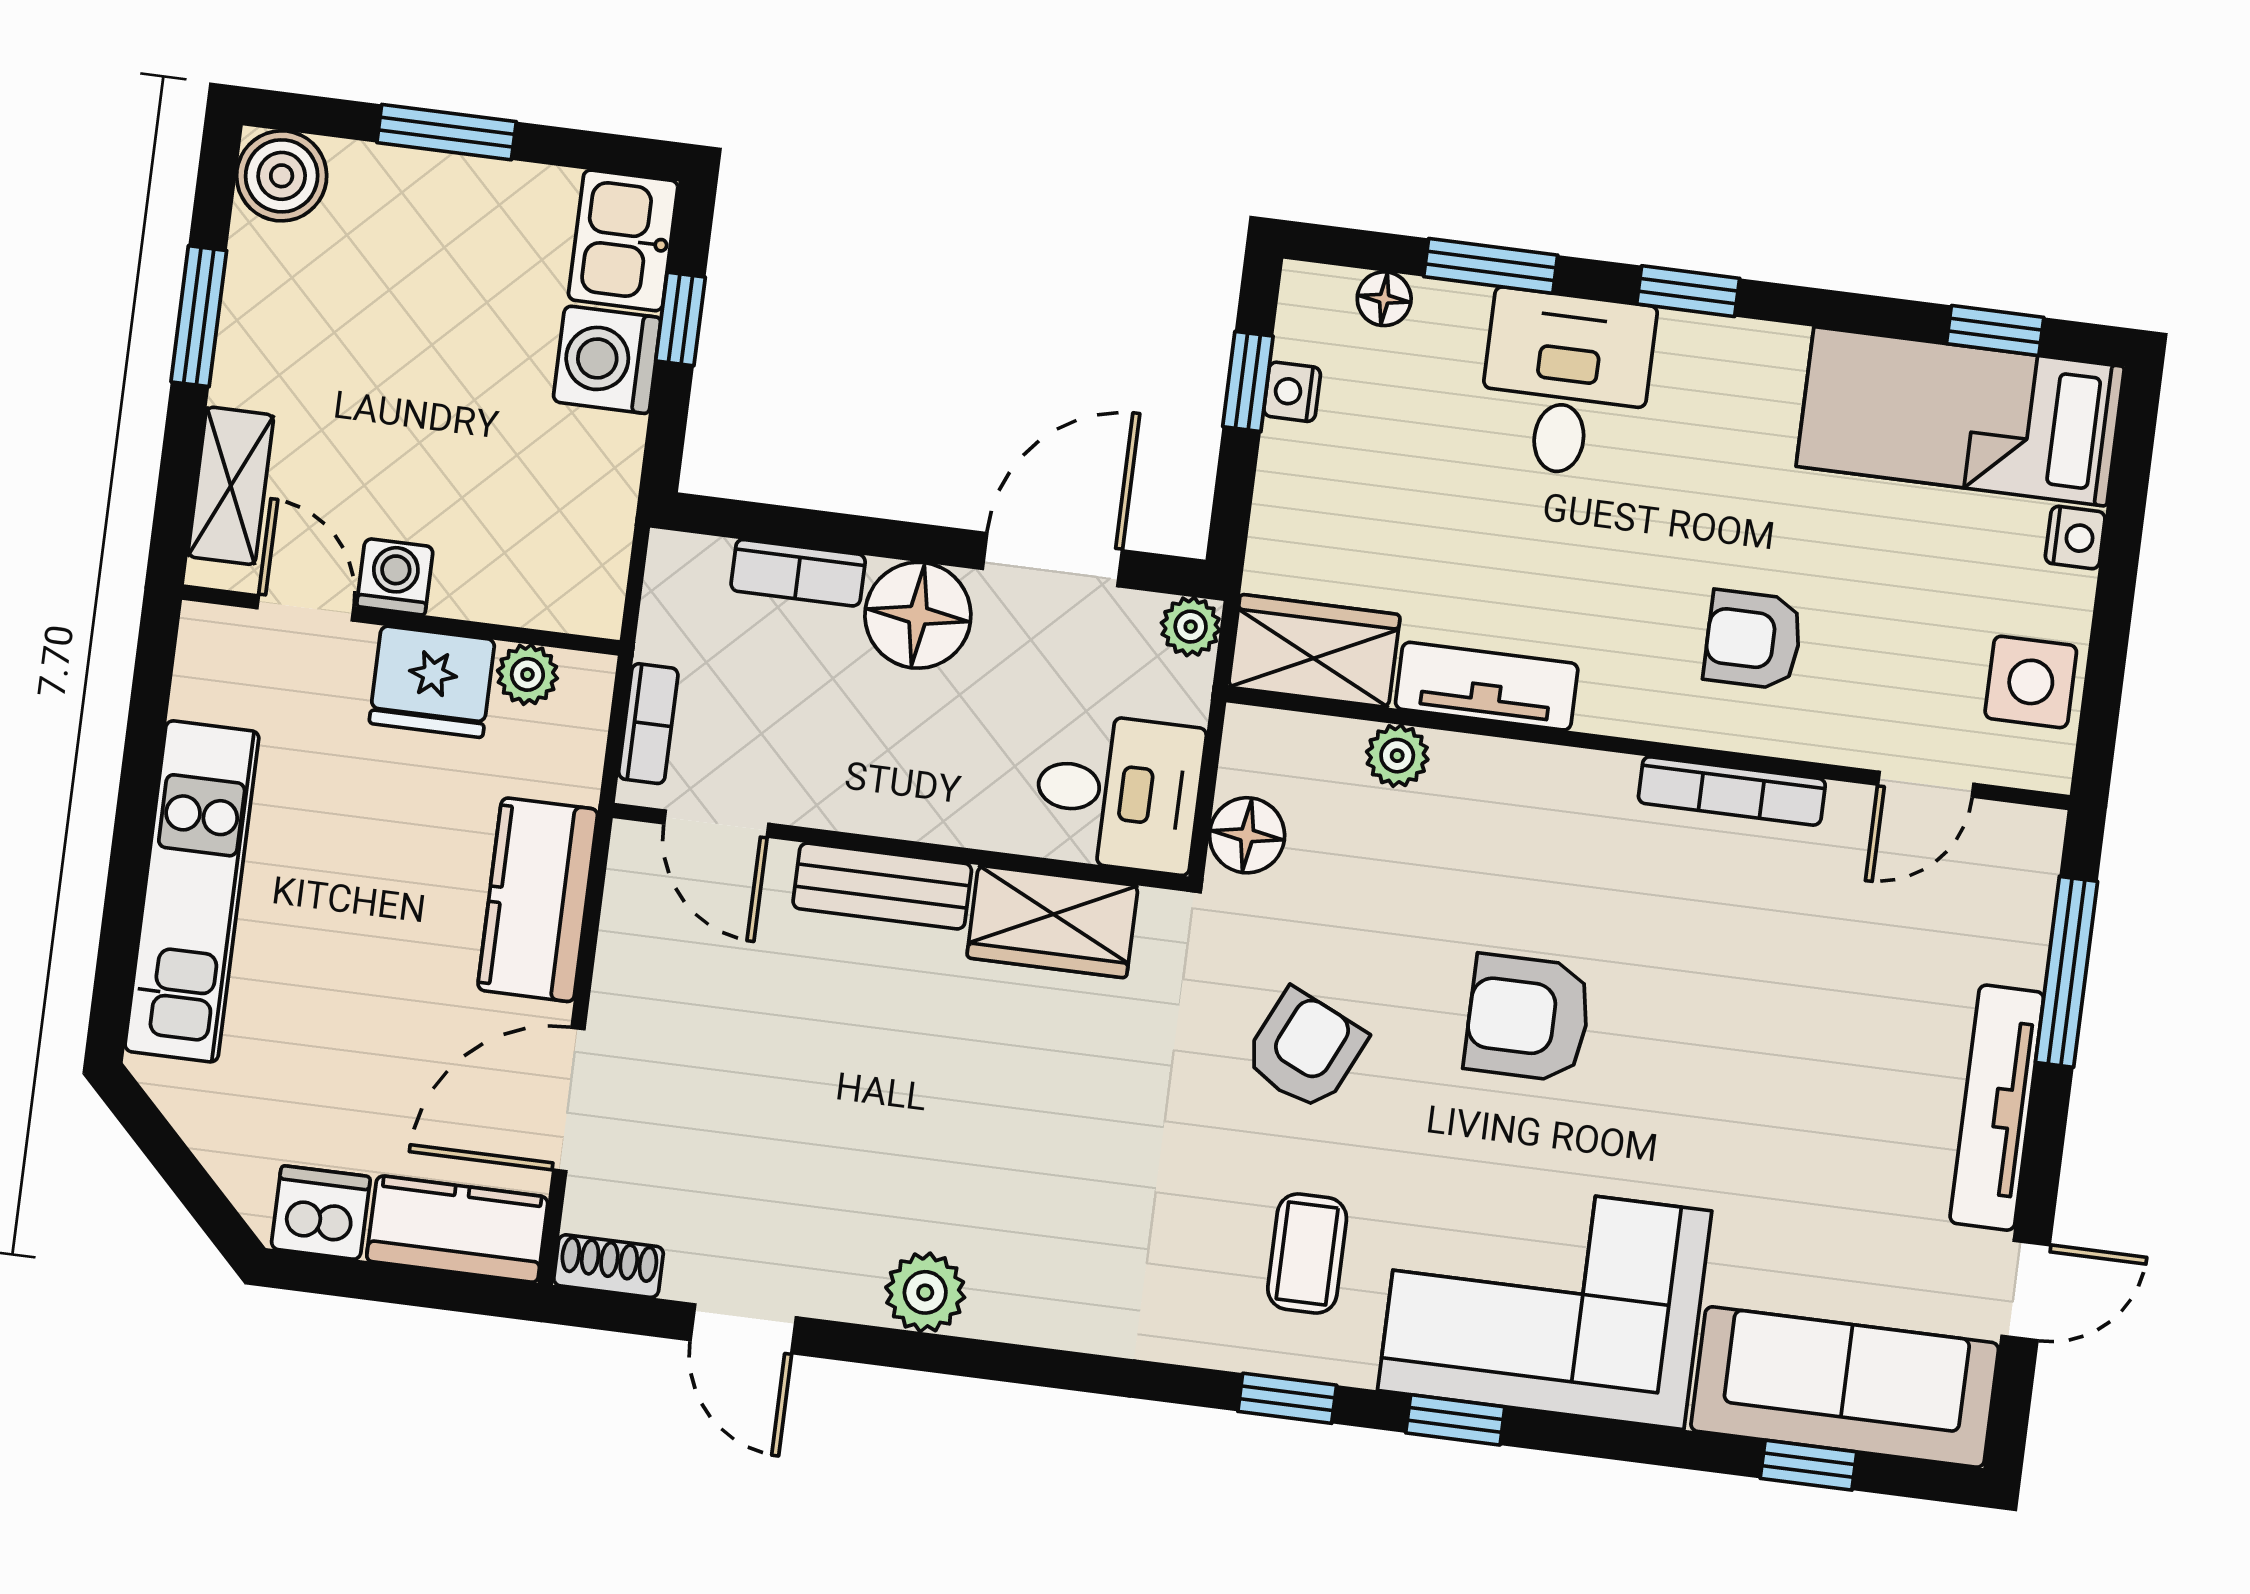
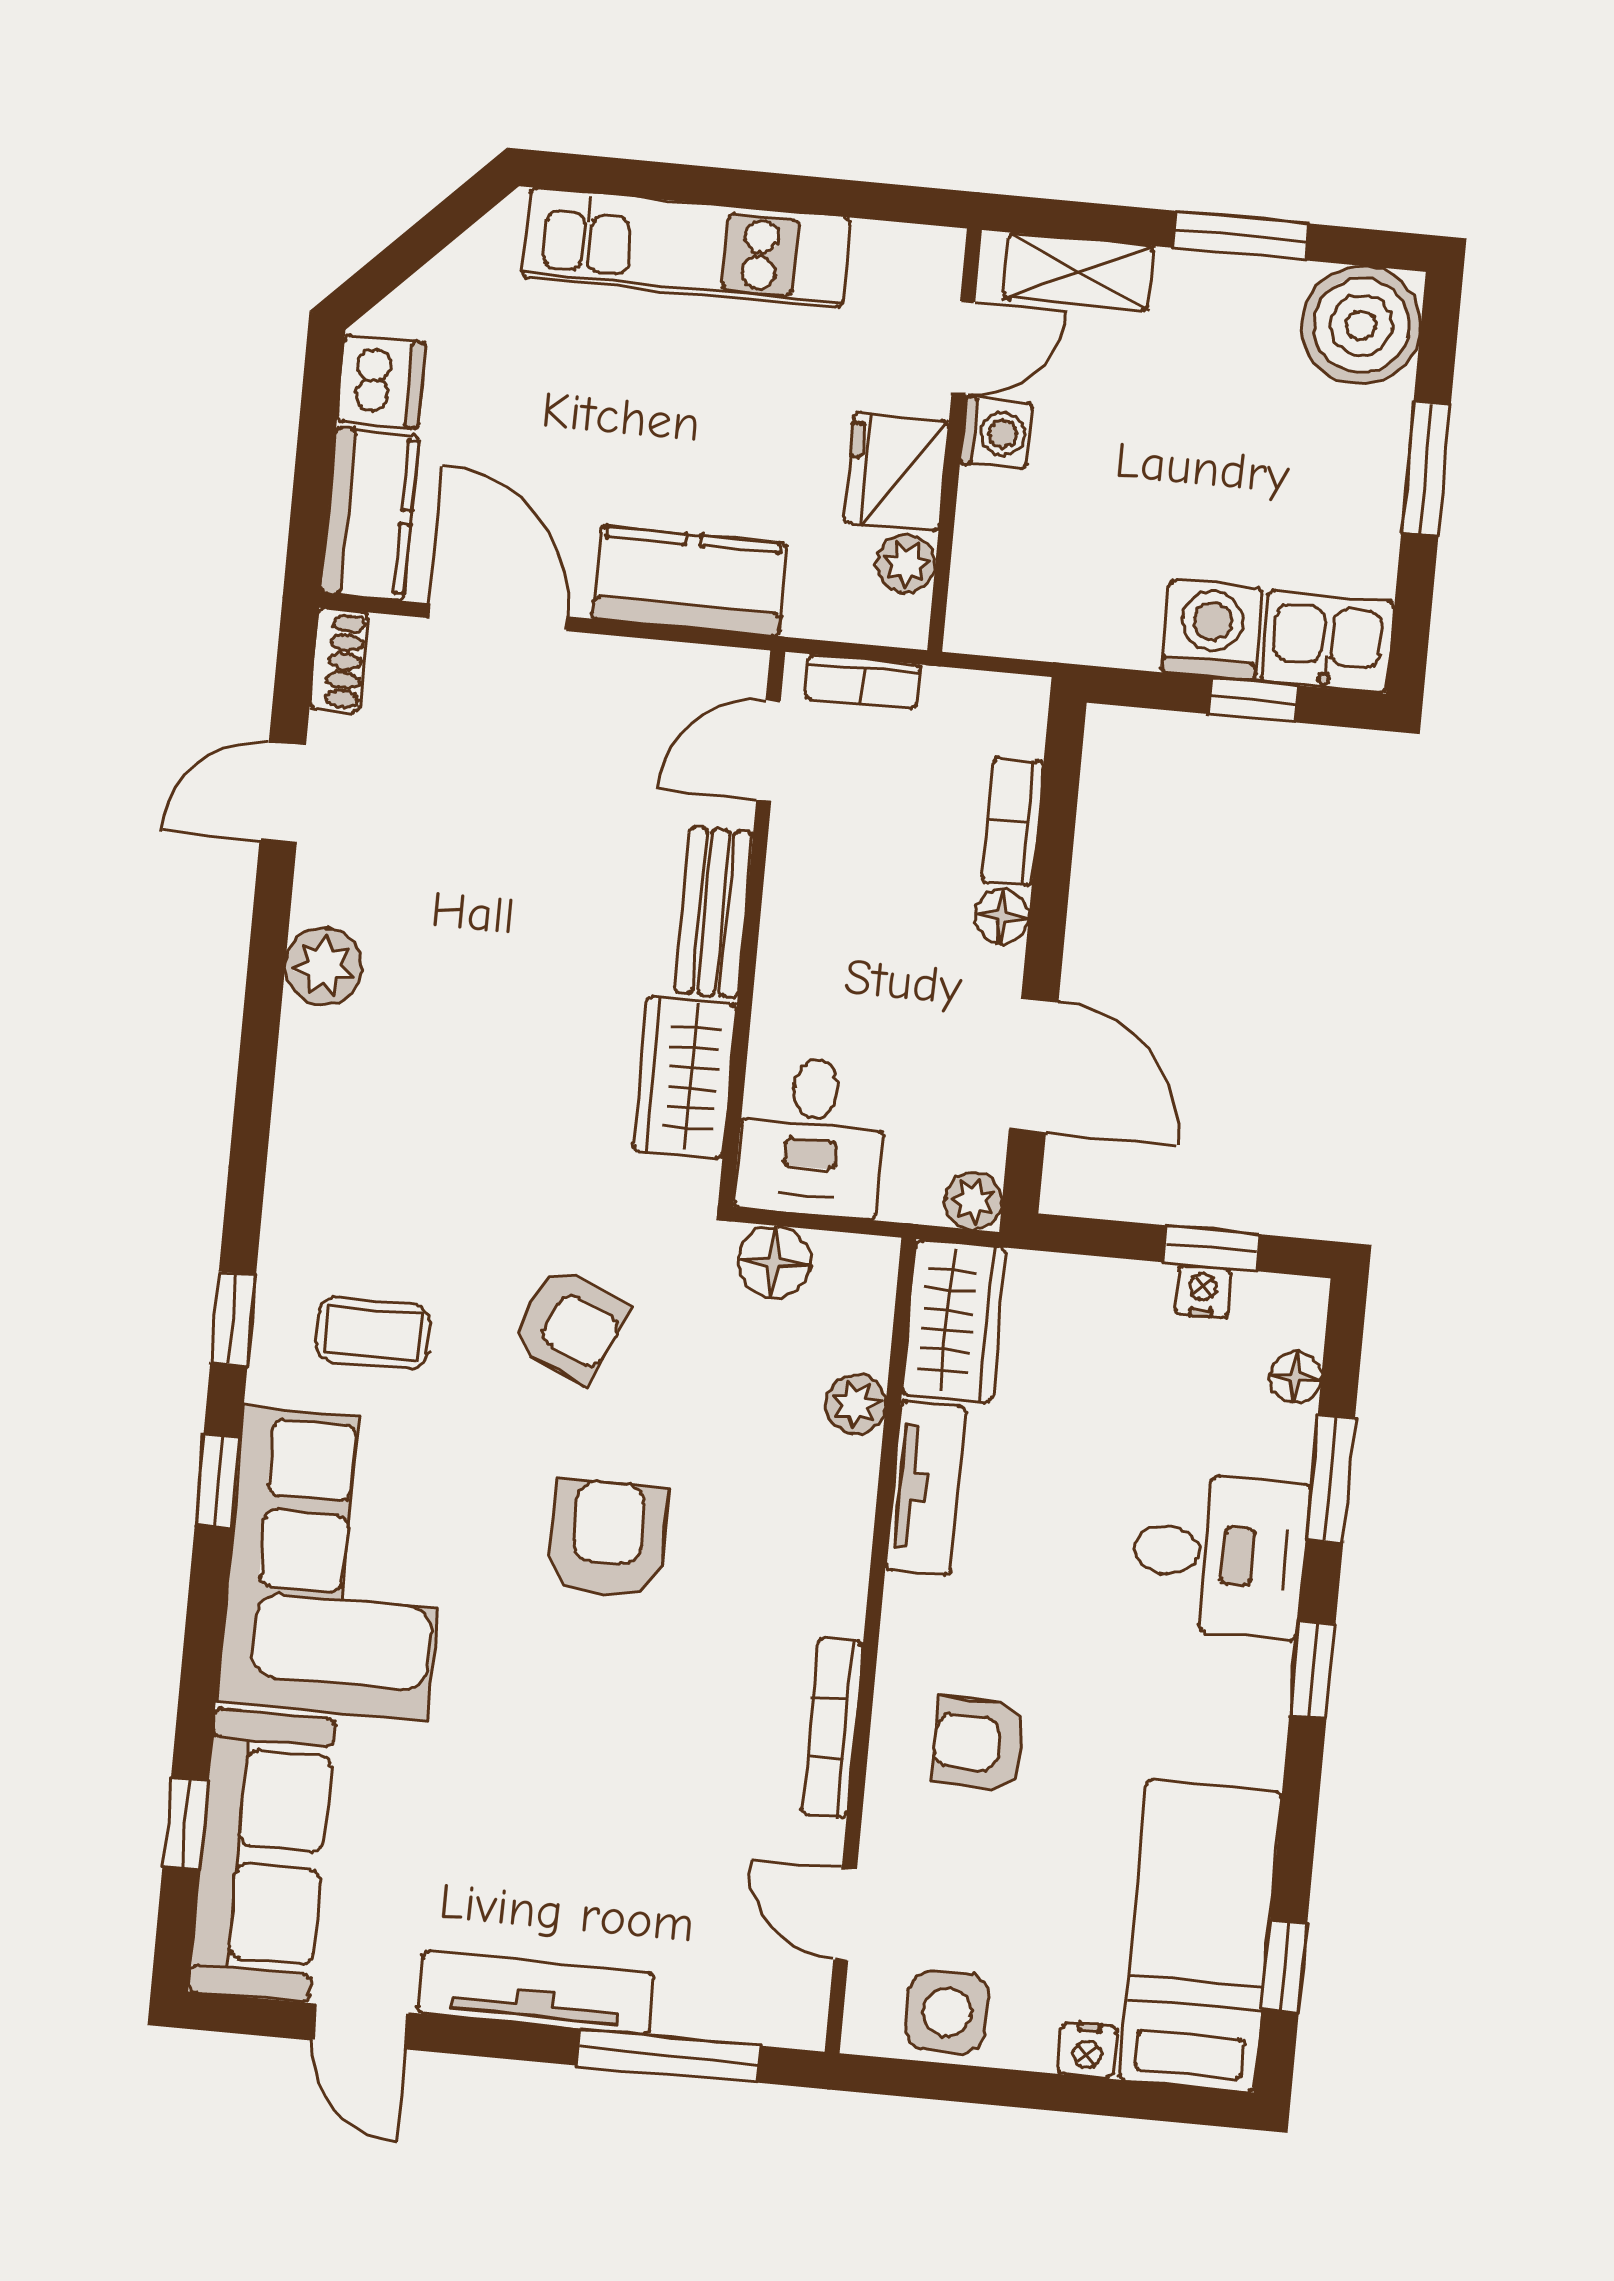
boiler: (282, 176) -> (1361, 325), width x1.37, depth x1.37
floor lamp: (918, 615) -> (1002, 916), width x0.53, depth x0.53
armchair: (1753, 640) -> (979, 1743), turned -89

